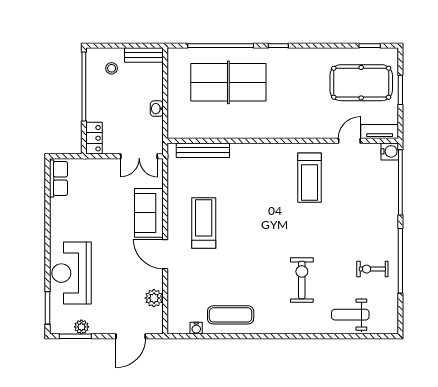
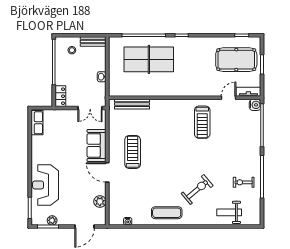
exercise bike: (302, 280) -> (197, 190), turned 50
exercise mat: (231, 315) -> (167, 213), moved

